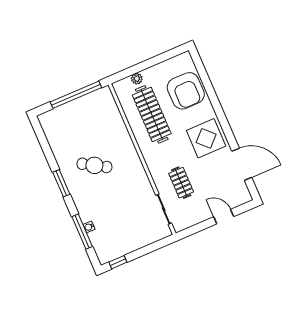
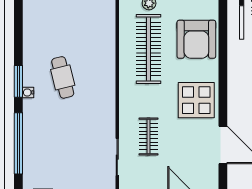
cafe table: (94, 165) -> (63, 77), turned 45
water cooler: (89, 227) -> (28, 92), moved
window: (82, 232) -> (18, 143), width x1.46

